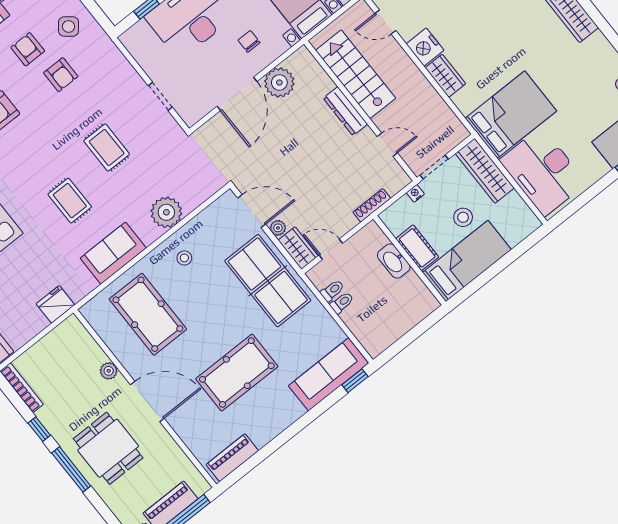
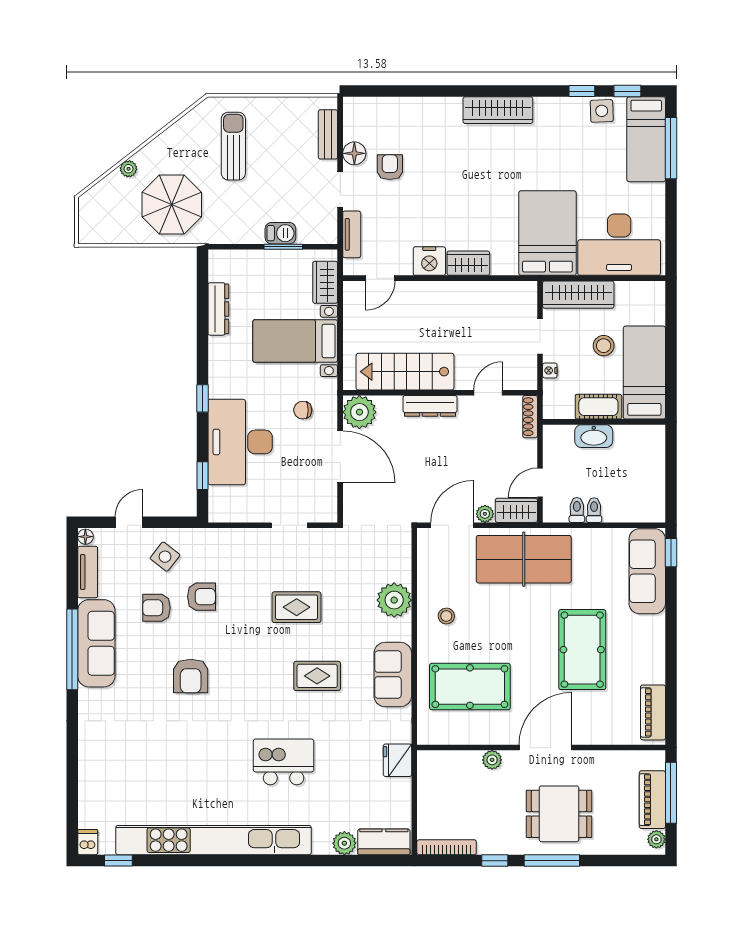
stairs: (356, 74) -> (405, 372), moved
dresser: (345, 111) -> (430, 406), moved
wall: (360, 111) -> (440, 393), moved
door: (387, 145) -> (488, 393), moved

